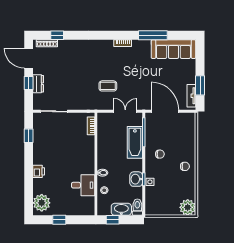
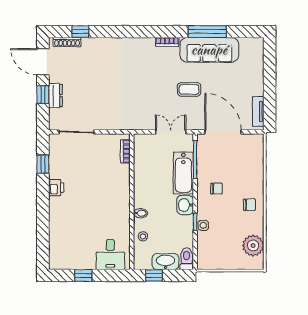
sofa: (173, 49) -> (209, 50), moved
window: (200, 85) -> (270, 98), removed
coffee table: (108, 86) -> (189, 89), moved
printer: (39, 171) -> (56, 188), moved
washbasin: (136, 179) -> (185, 205), moved
desk: (83, 185) -> (110, 255), moved, turned 90
plant: (42, 203) -> (60, 253), removed
plant: (188, 207) -> (253, 246), moved

